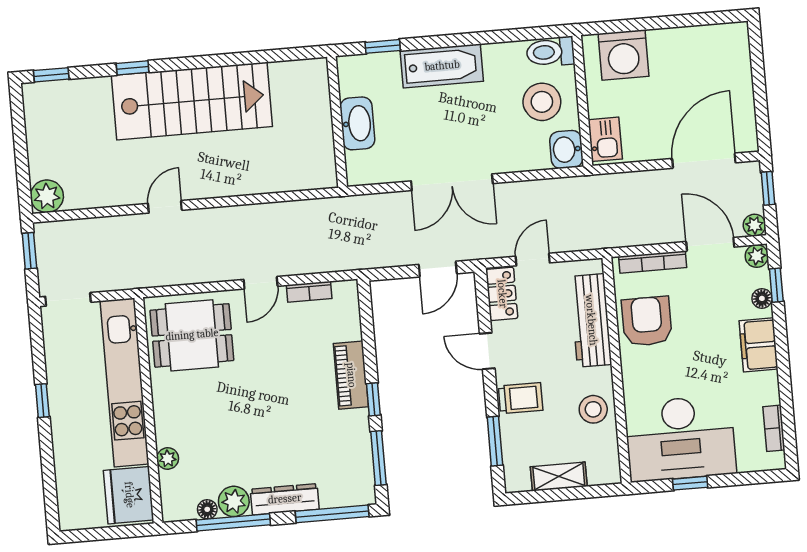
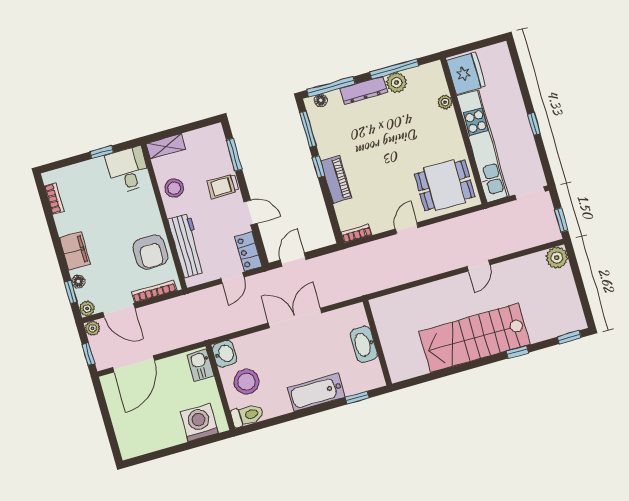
bookcase: (309, 292) -> (357, 234), moved
desk: (680, 438) -> (128, 170), width x0.53, depth x0.77
shelving: (559, 477) -> (166, 146), moved
floor lamp: (207, 509) -> (321, 100), moved

